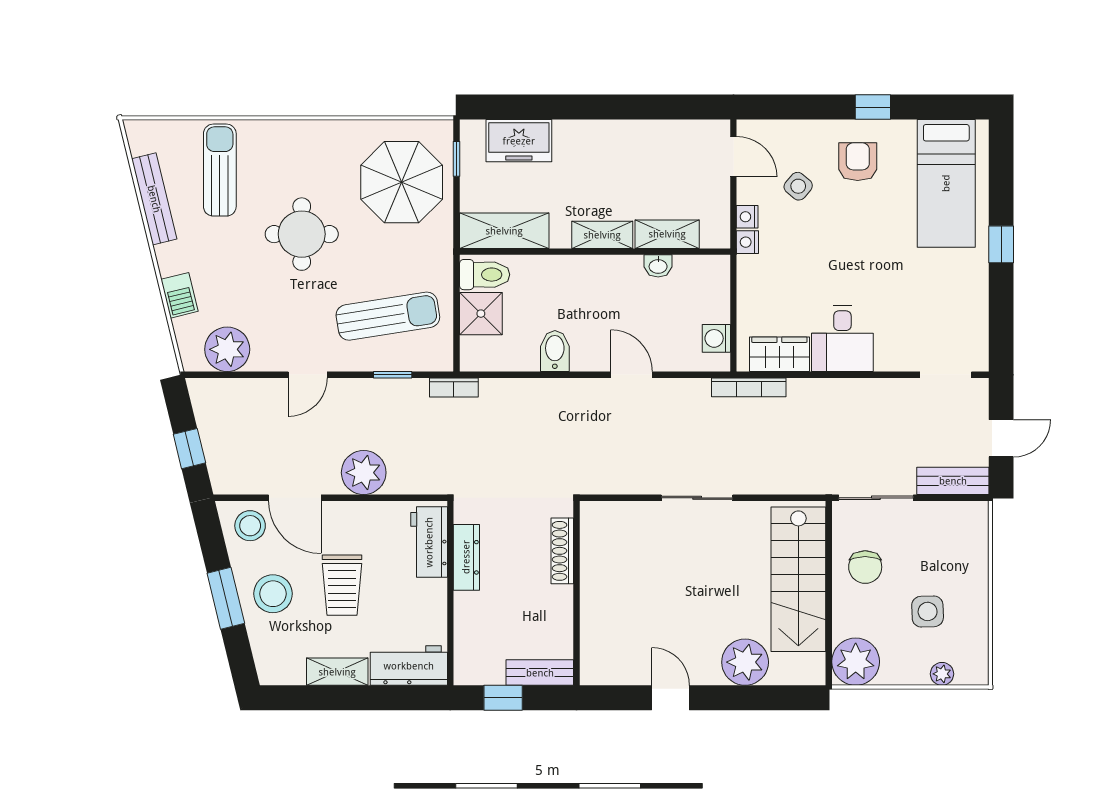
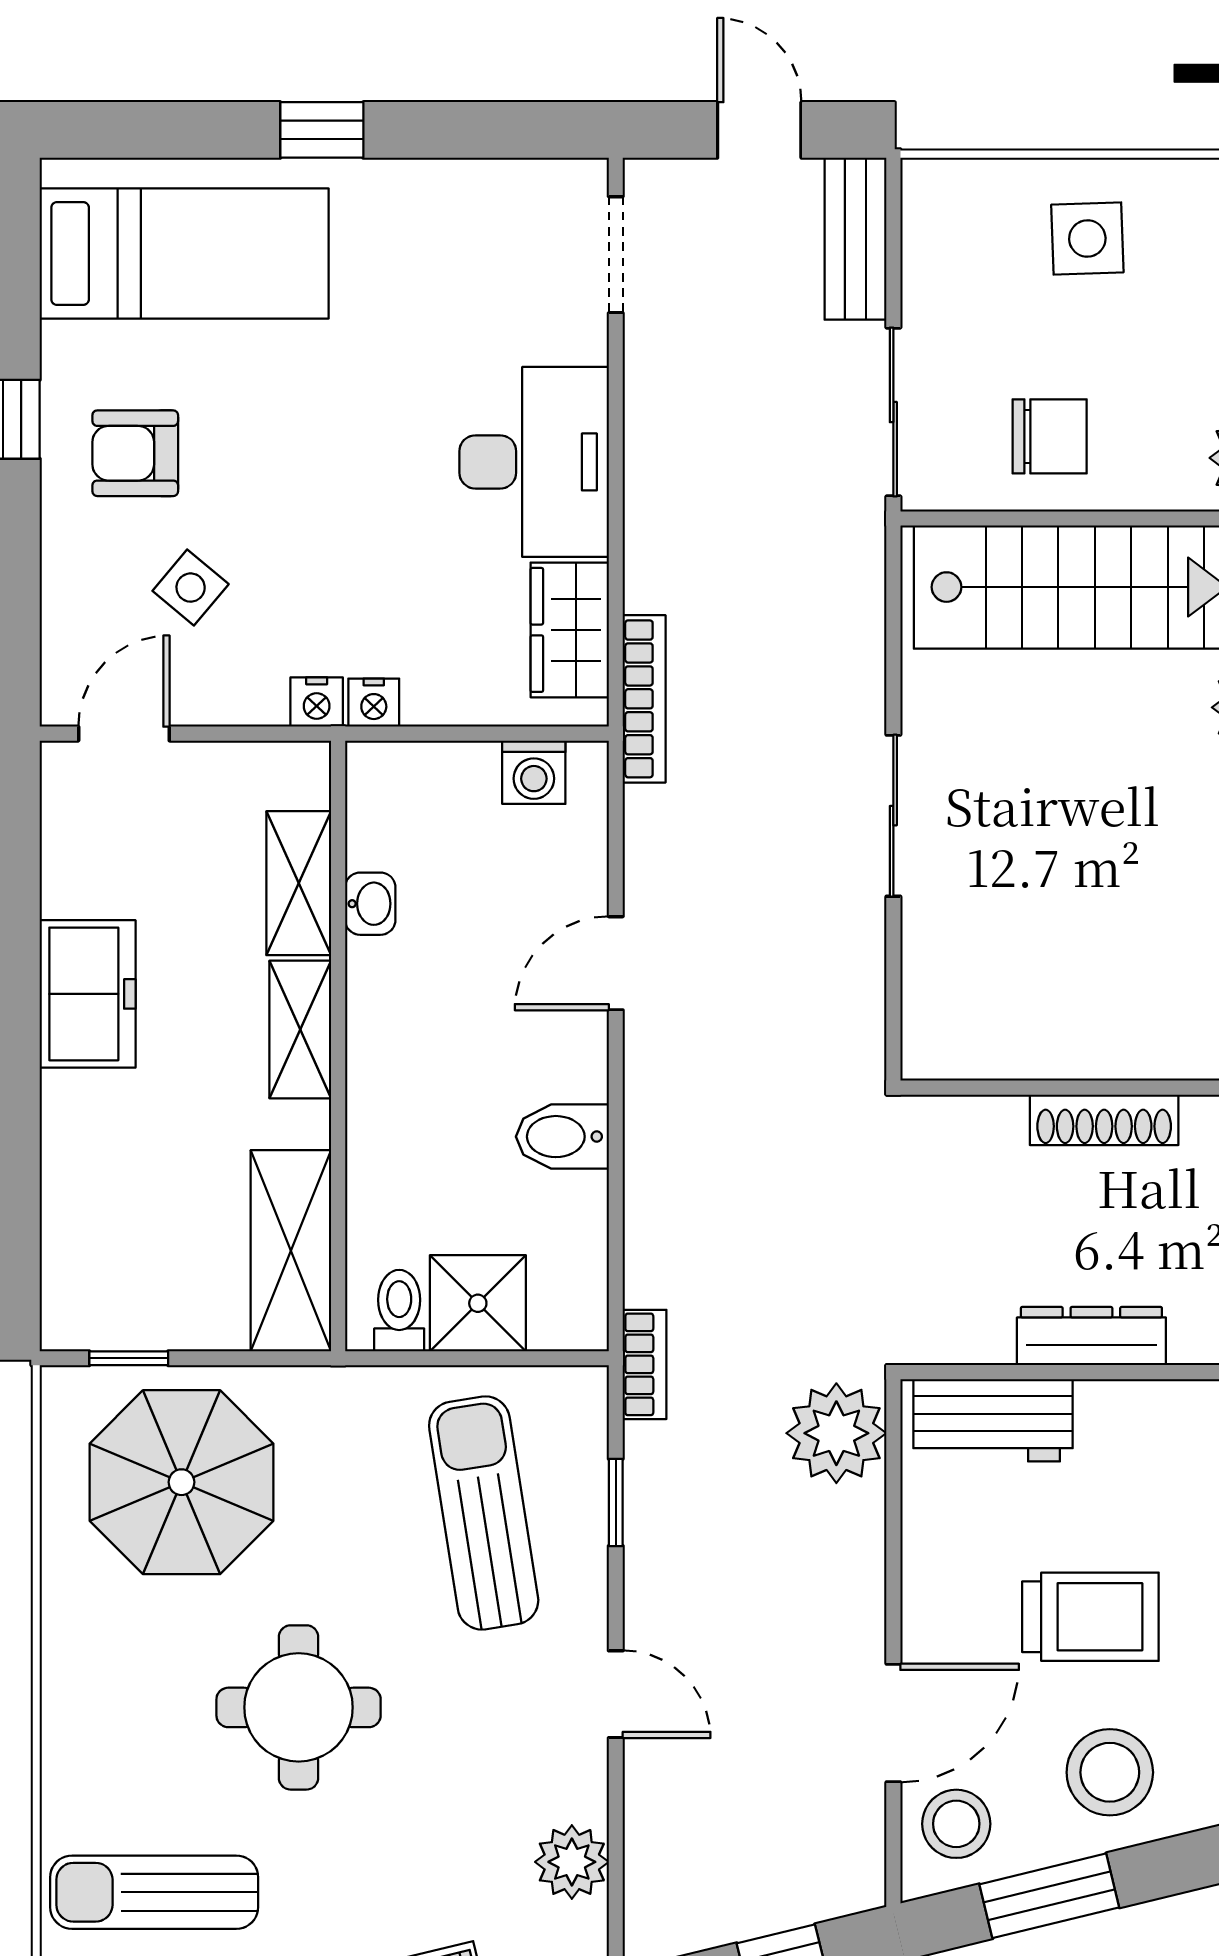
freezer: (519, 141) -> (88, 994), moved
nightstand: (747, 217) -> (374, 703), moved
toilet: (485, 275) -> (399, 1311), width x0.73, depth x0.72
desk: (842, 339) -> (534, 462), width x1.37
plant: (227, 349) -> (572, 1862), width x0.73, depth x0.73
plant: (364, 473) -> (836, 1433), moved
shoe rack: (562, 551) -> (1104, 1120), moved
dresser: (466, 557) -> (1091, 1336), moved
window: (226, 598) -> (1049, 1896), moved
side table: (928, 611) -> (1087, 239), moved

